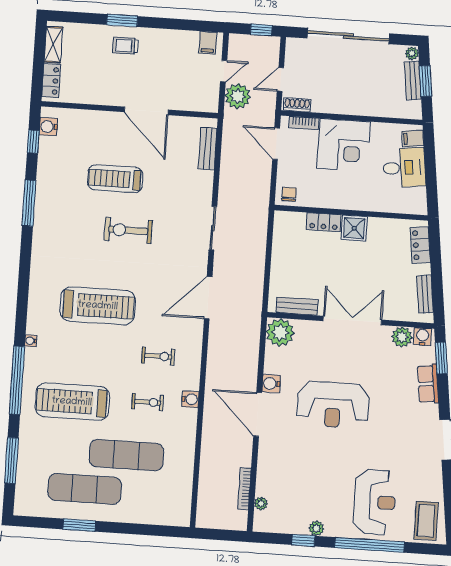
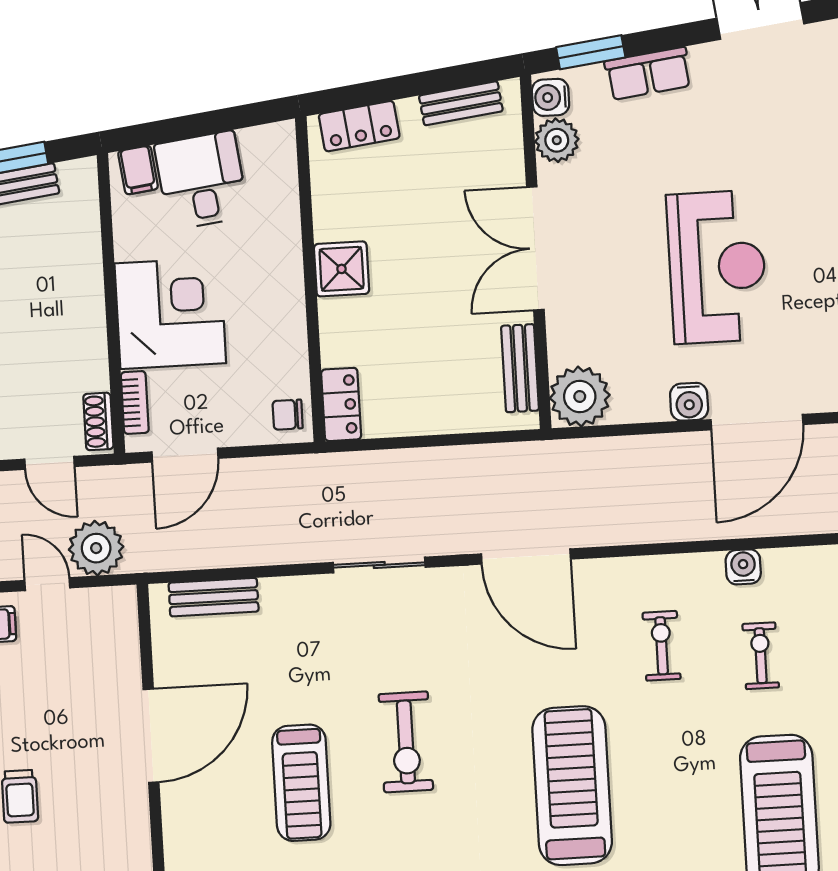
locker: (324, 222) -> (341, 404), moved

